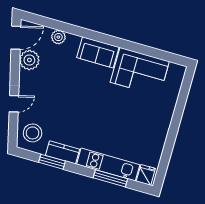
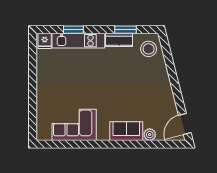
sofa: (98, 52) -> (126, 131), moved
plant: (29, 60) -> (168, 109), removed
door: (14, 104) -> (171, 69), removed
window: (110, 178) -> (73, 30), width x0.69

